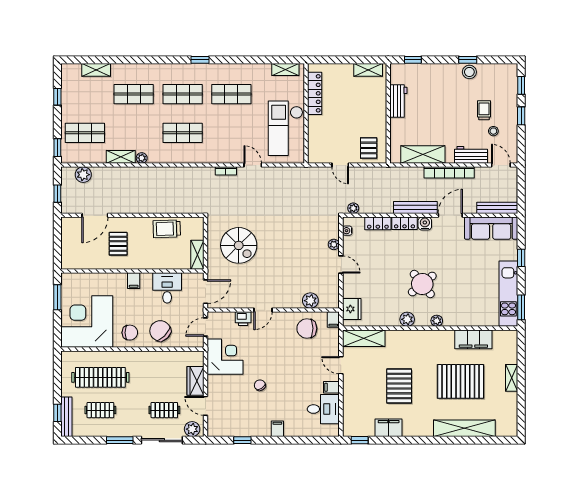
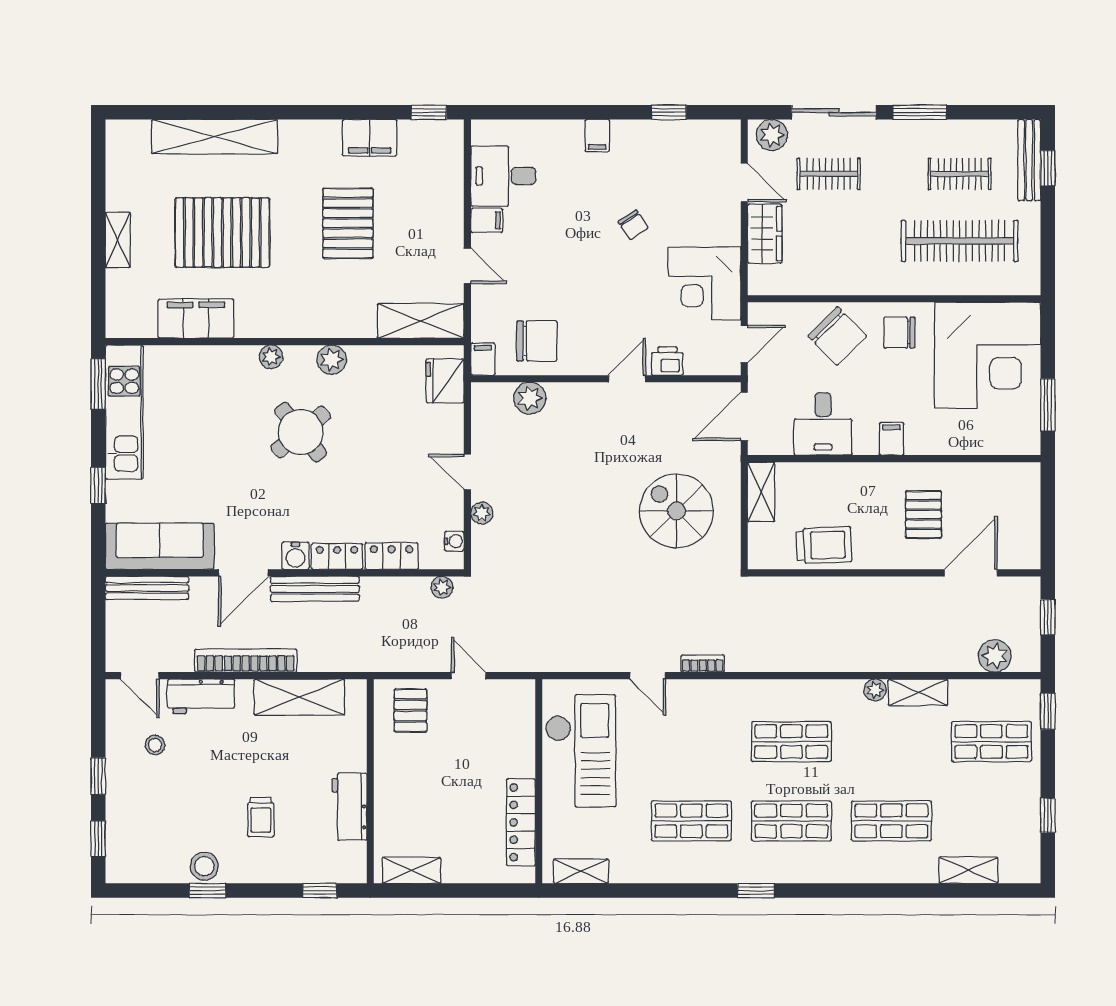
trolley: (484, 110) -> (261, 817), moved

